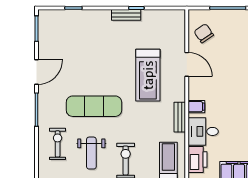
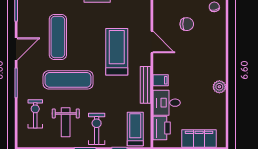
chair: (204, 33) -> (187, 24), moved, turned 124
exercise mat: (83, 59) -> (58, 37), added
treadmill: (148, 75) -> (117, 52), turned 180
bench: (180, 117) -> (146, 85), width x1.36

